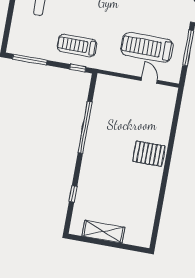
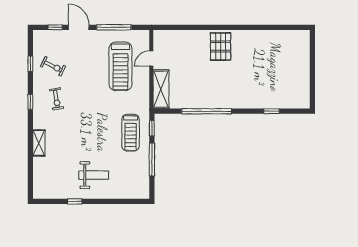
window: (30, 60) -> (152, 159), moved
shelving: (103, 232) -> (161, 89), moved

